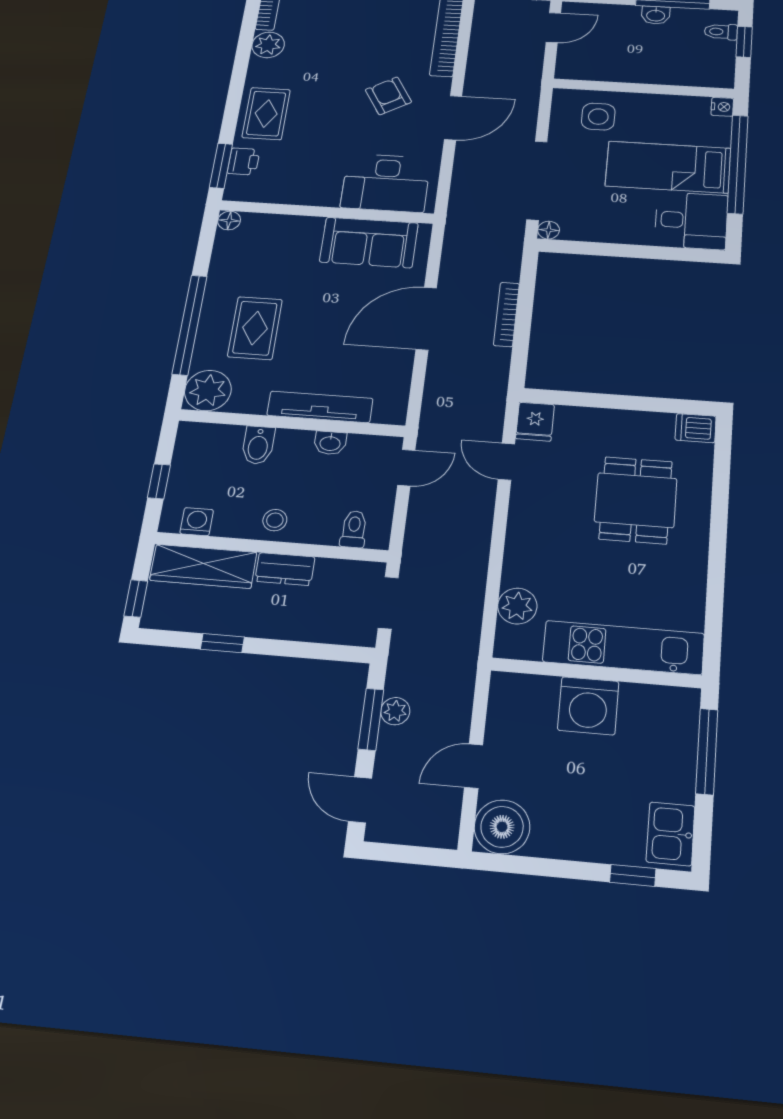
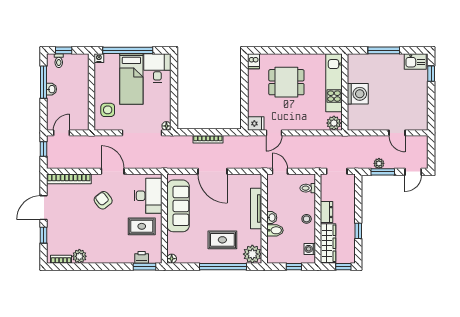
door: (553, 28) -> (61, 133), hinge flipped
armchair: (388, 96) -> (103, 200), turned 83
rug: (266, 114) -> (142, 226), moved
sofa: (369, 242) -> (178, 206), width x1.36
washbasin: (330, 443) -> (272, 218), moved
kitchen unit: (623, 648) -> (334, 83), moved
wall: (596, 673) -> (345, 92), moved
washing machine: (588, 706) -> (358, 94), moved
boiler: (502, 827) -> (418, 121), removed

